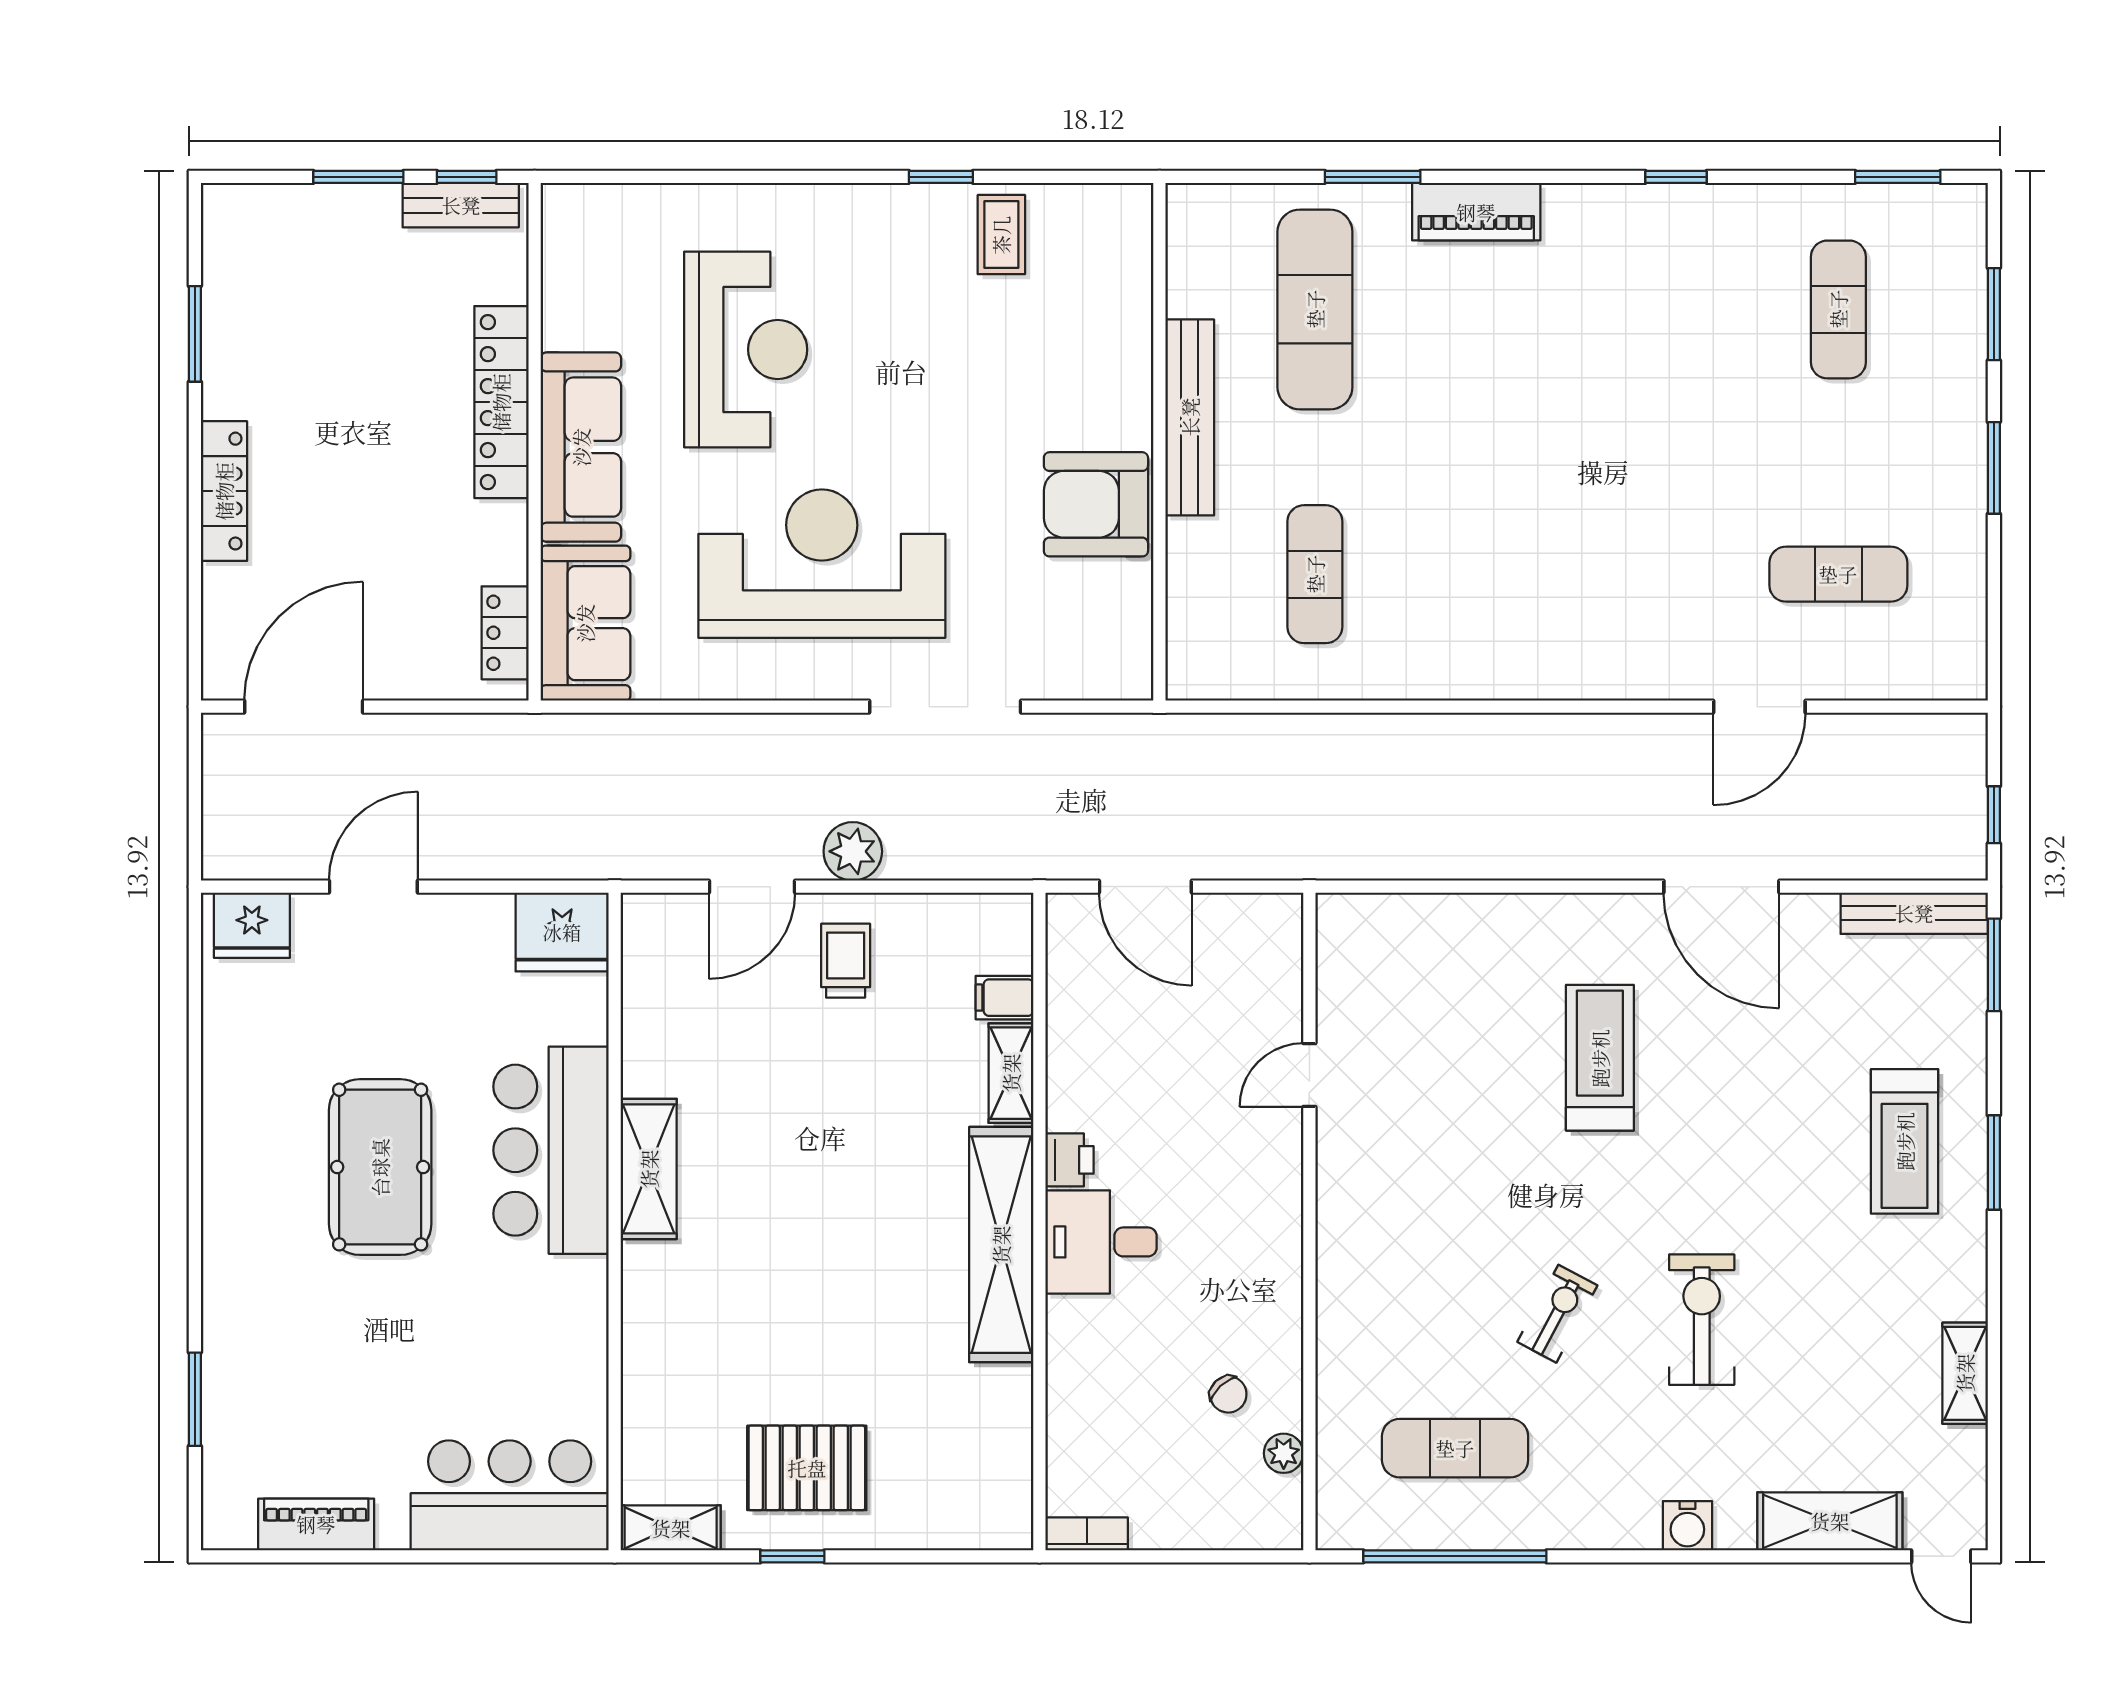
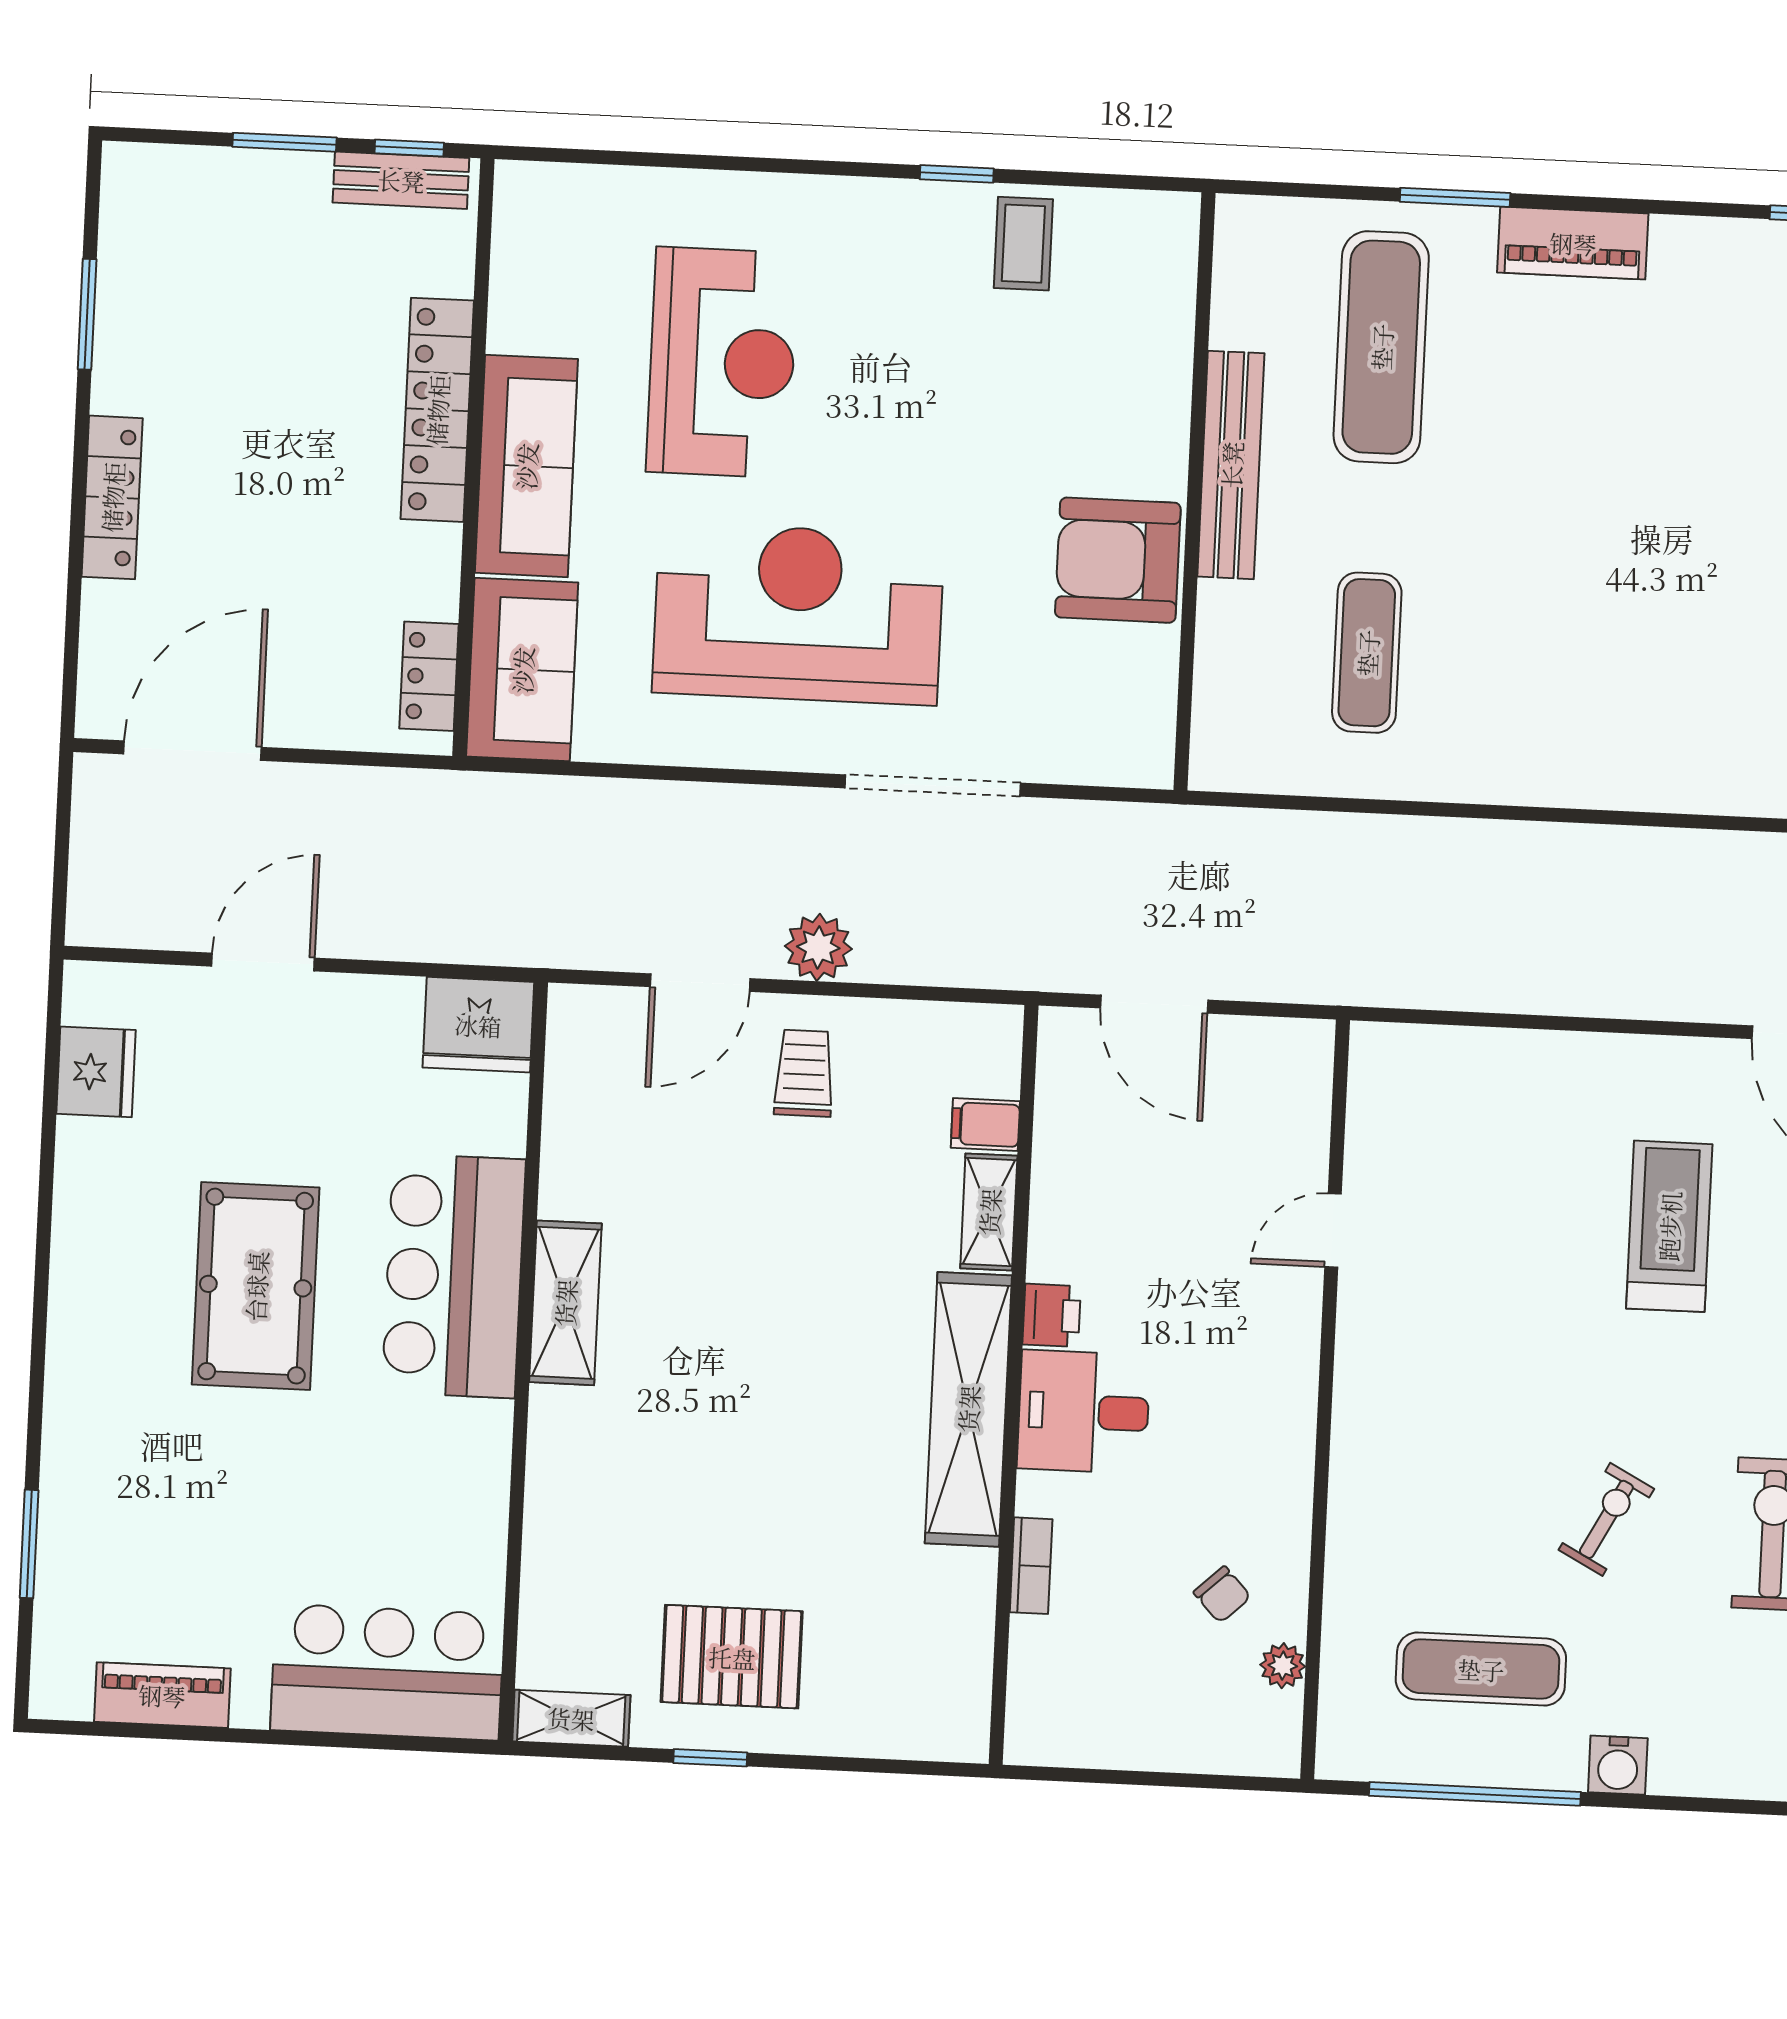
fridge: (252, 925) -> (96, 1072), moved, turned -90
water cooler: (1687, 1526) -> (1618, 1765), moved
bookcase: (1087, 1534) -> (1031, 1566), moved, turned 90

